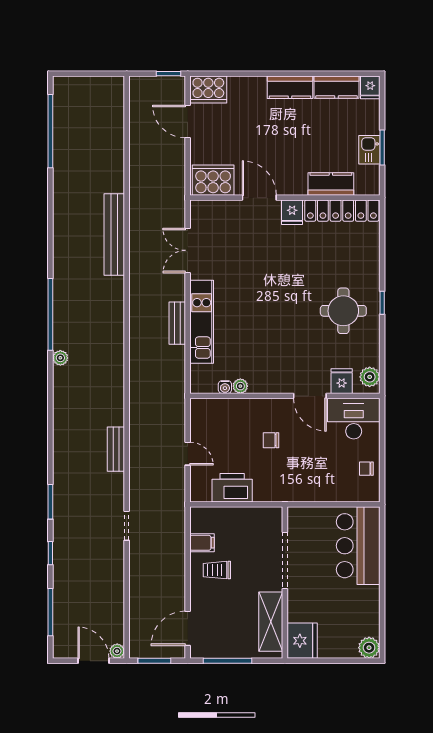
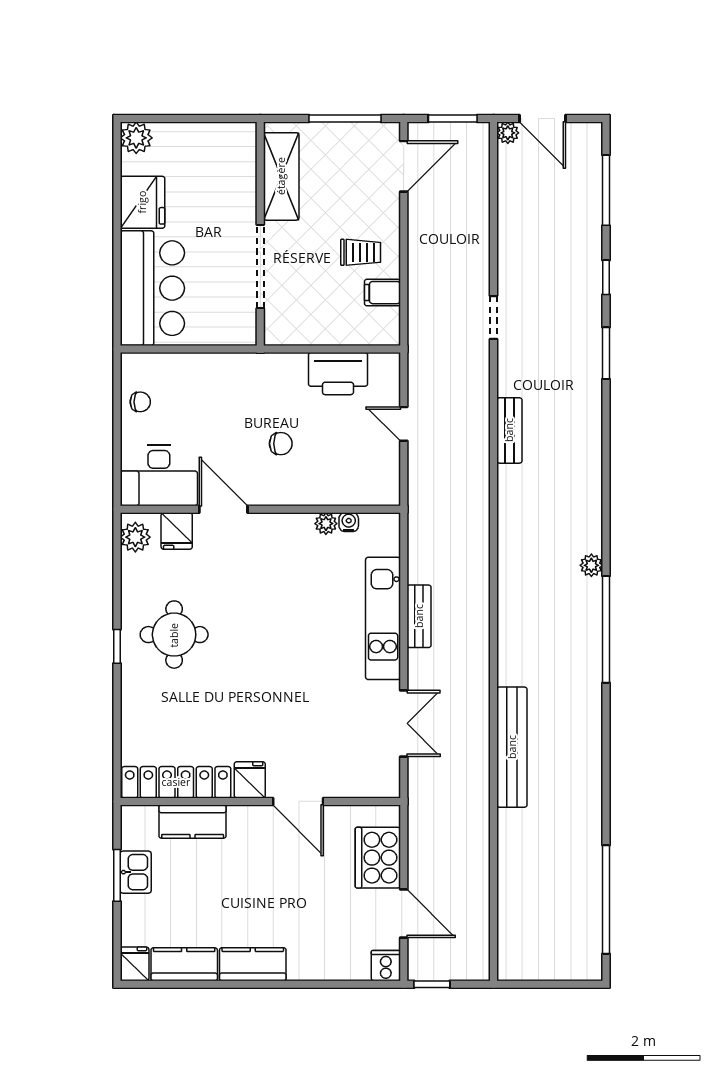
cooker: (208, 90) -> (386, 966), width x0.53, depth x0.76
cooker: (213, 180) -> (378, 858), moved, turned 90
fridge: (302, 641) -> (142, 202), moved, turned 180

